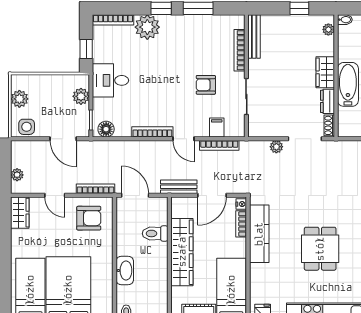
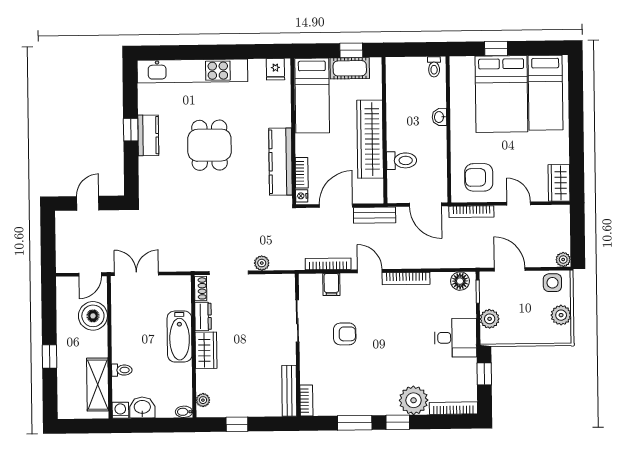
bookcase: (239, 50) -> (306, 400), moved, width x0.64
plant: (17, 175) -> (563, 260), moved
washbasin: (125, 270) -> (439, 117), width x0.52, depth x0.69

